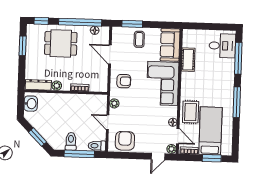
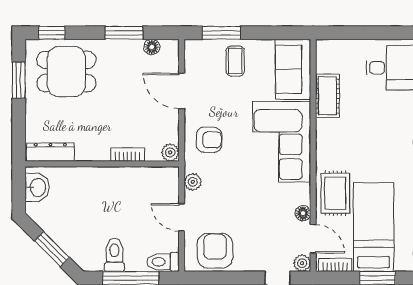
window: (80, 22) -> (124, 33), width x0.47
dining table: (61, 43) -> (66, 71), moved
plant: (57, 86) -> (170, 152), moved

